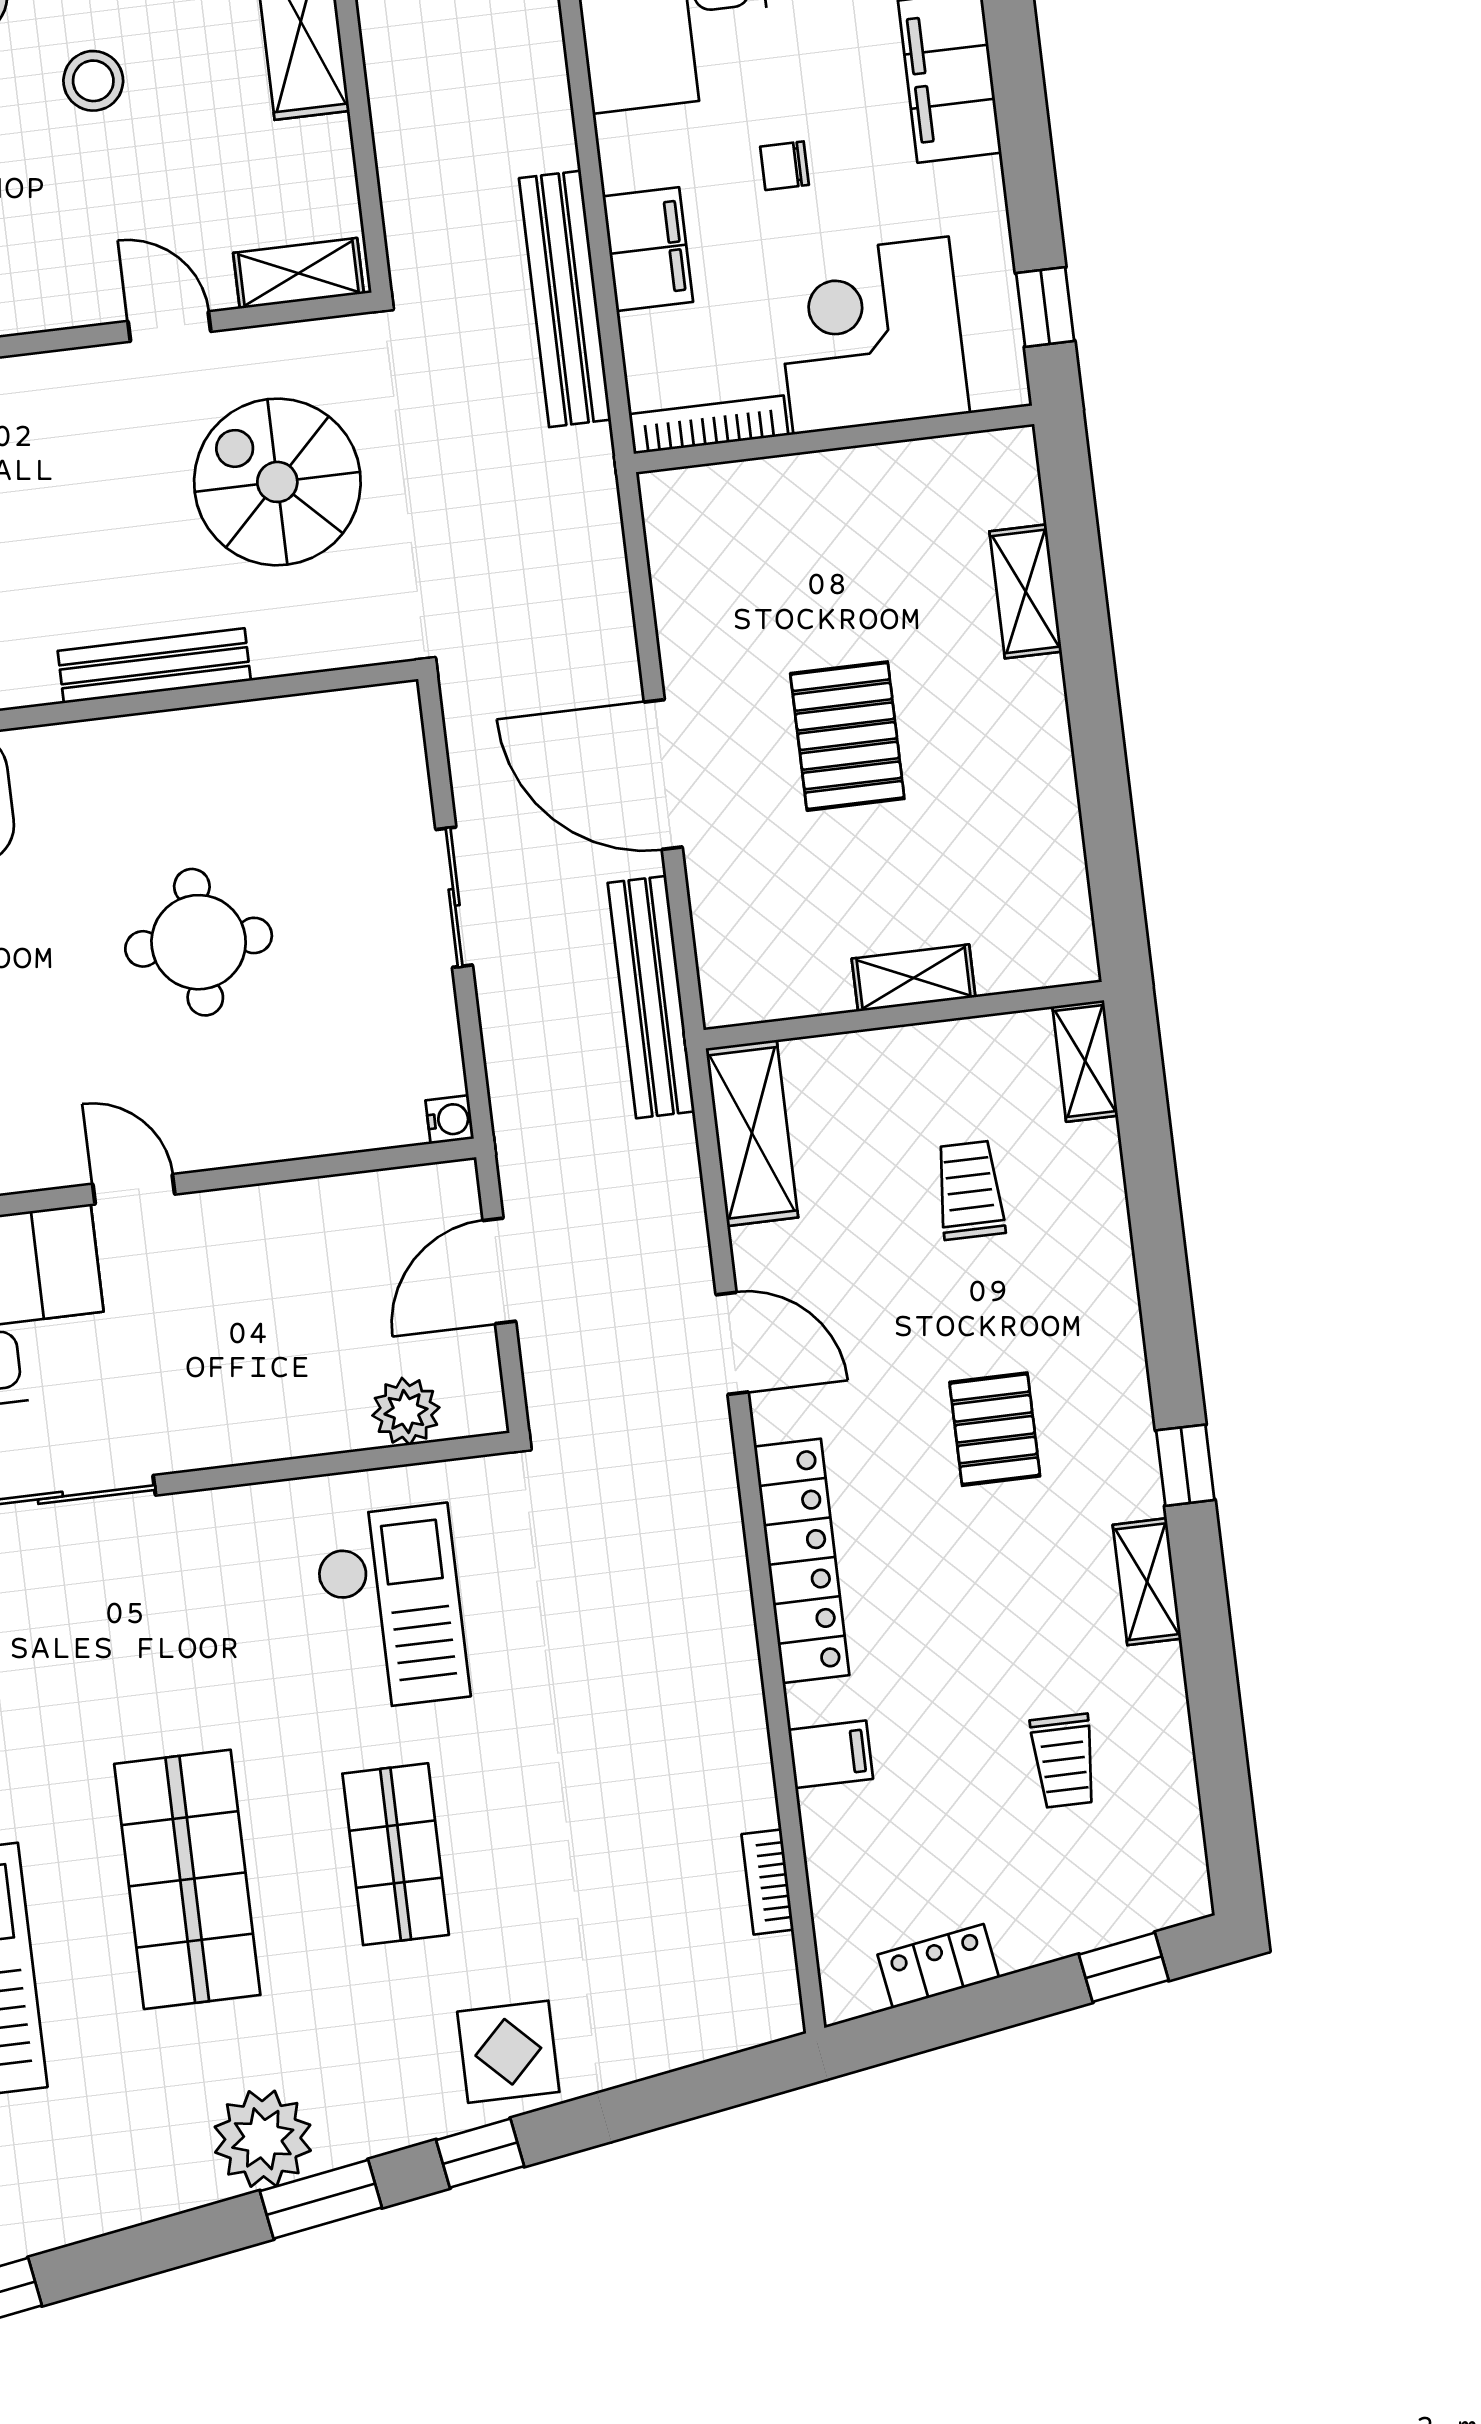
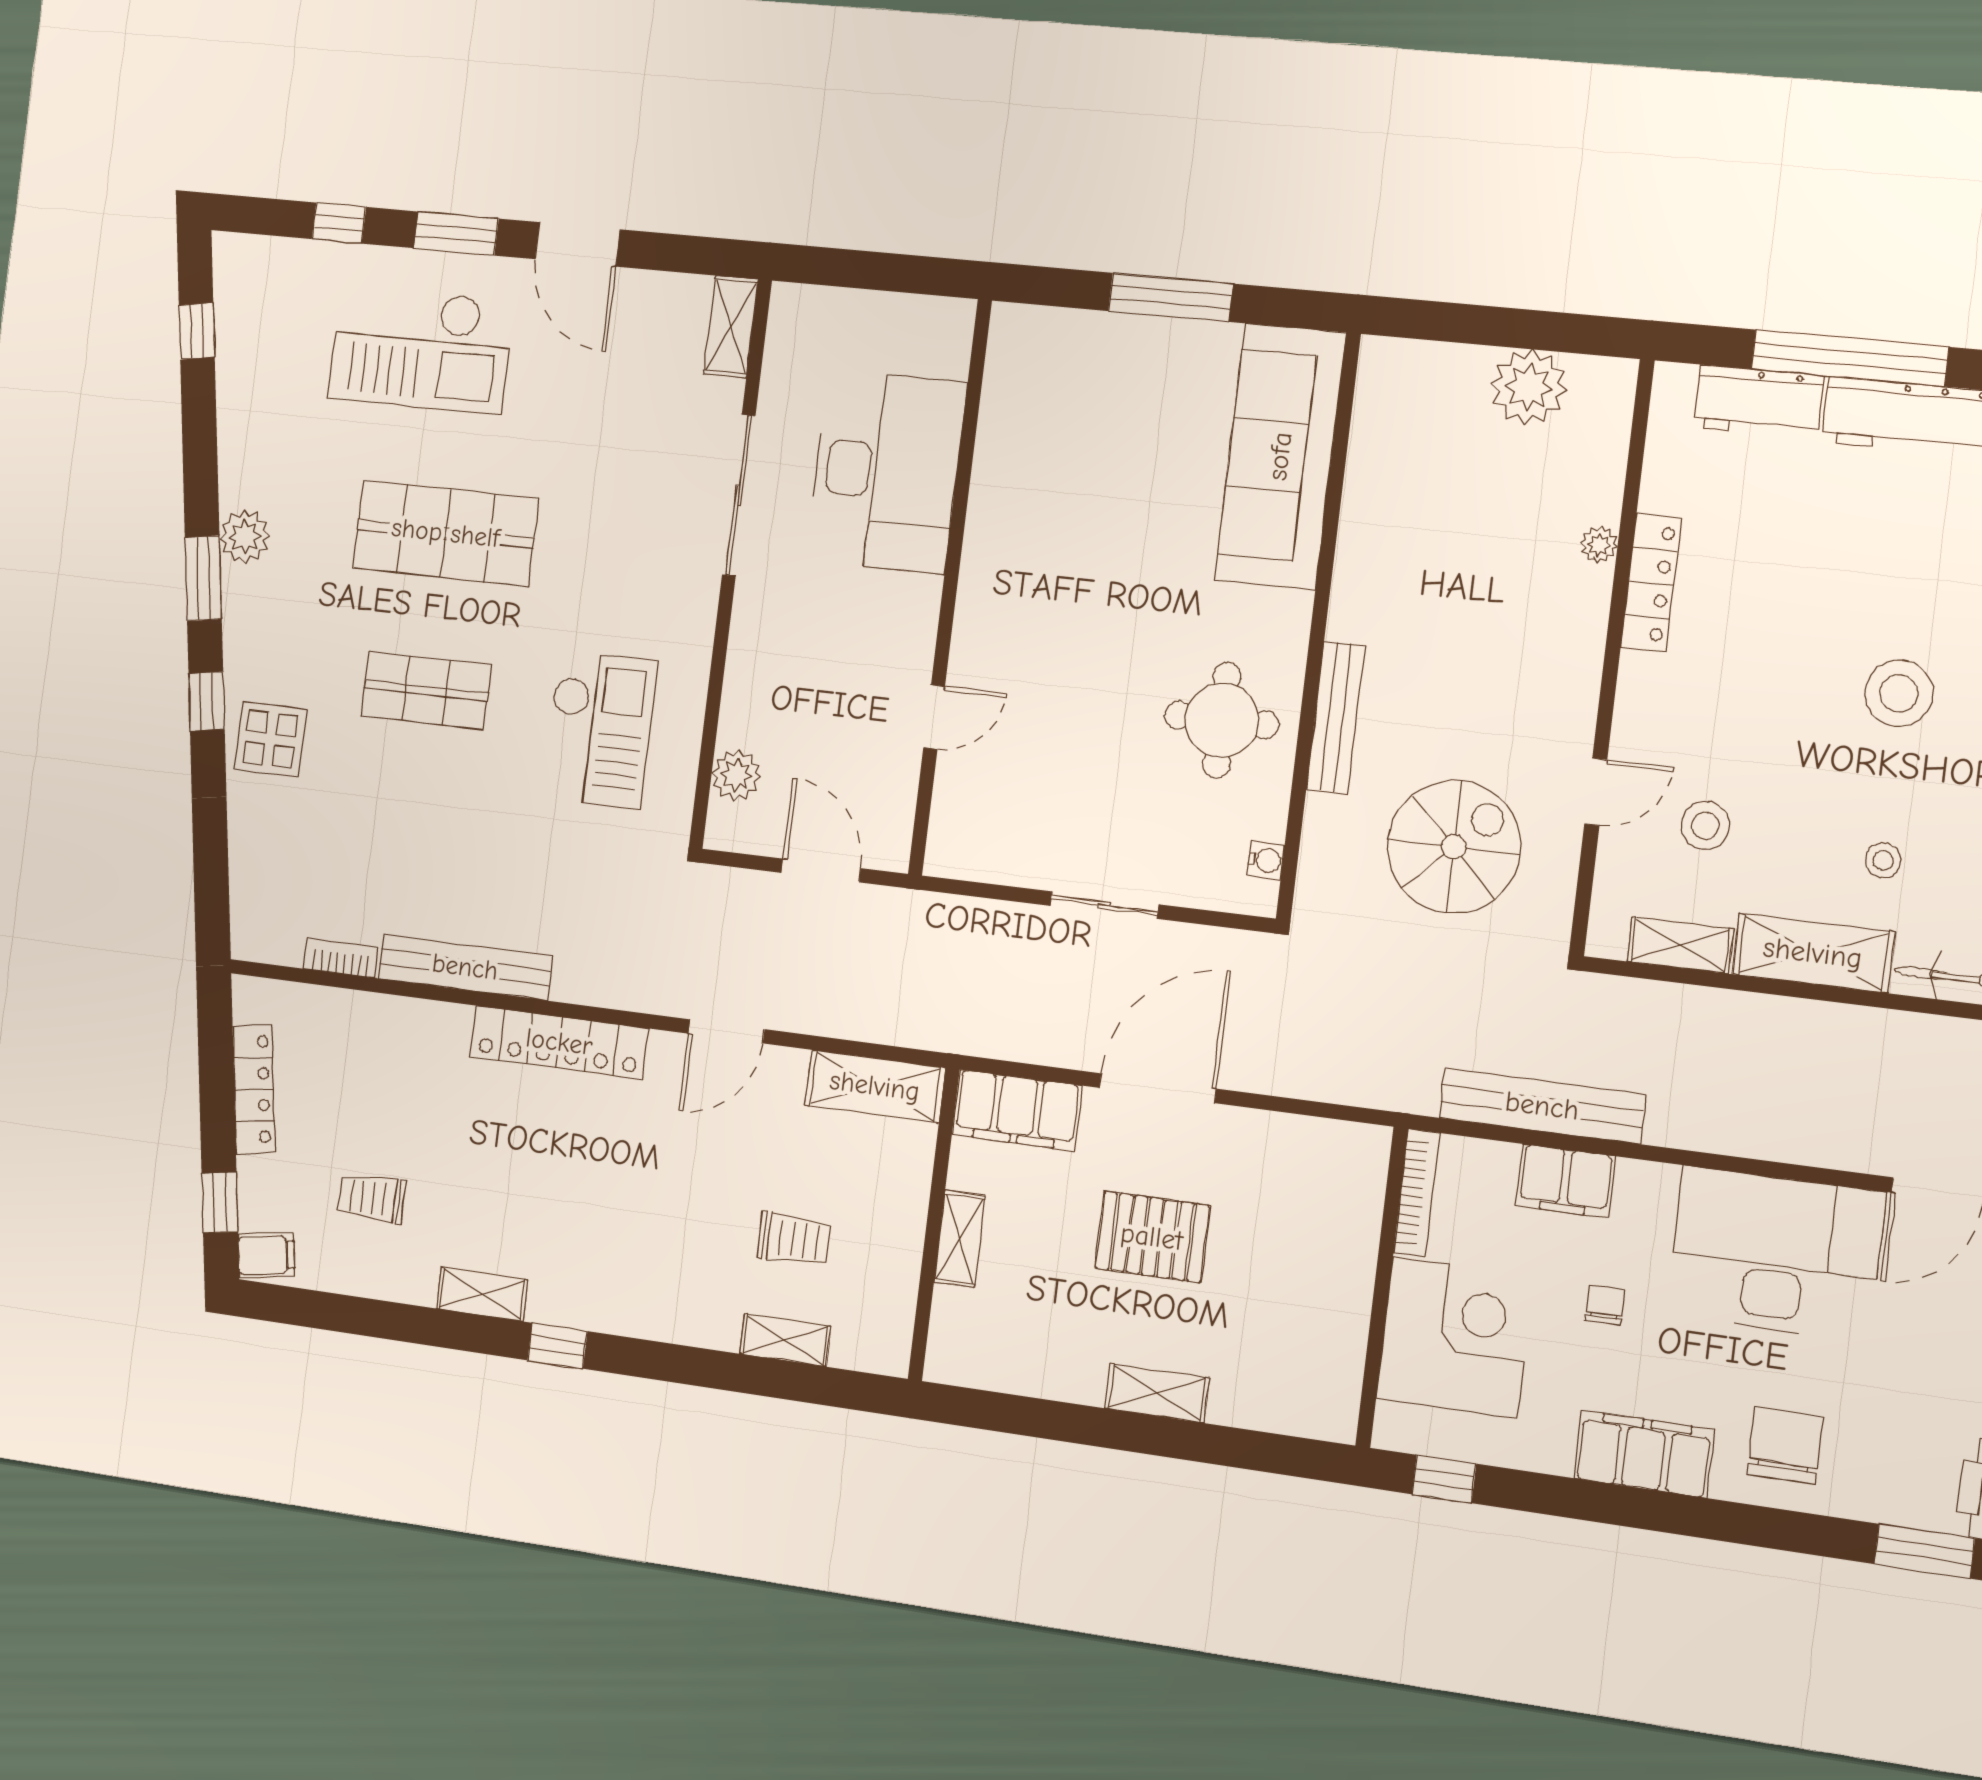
stool: (93, 81) -> (1705, 826), moved
shelving: (298, 273) -> (1680, 945), moved, turned 90
shelving: (1026, 591) -> (1157, 1393), moved
round table: (199, 942) -> (1222, 720), moved
filing cabinet: (735, 945) -> (1017, 1110), added
bench: (651, 997) -> (465, 967), moved
shelving: (1085, 1061) -> (785, 1340), moved
water cooler: (450, 1120) -> (1266, 860), moved, turned -90
door: (134, 1189) -> (934, 717), moved
pallet: (995, 1429) -> (617, 1211), removed
checkout: (391, 1608) -> (599, 730), turned -90
filing cabinet: (831, 1754) -> (266, 1255), moved, turned -99
locker: (938, 1966) -> (254, 1089), width x1.53
plant: (263, 2139) -> (245, 537), width x0.73, depth x0.73

